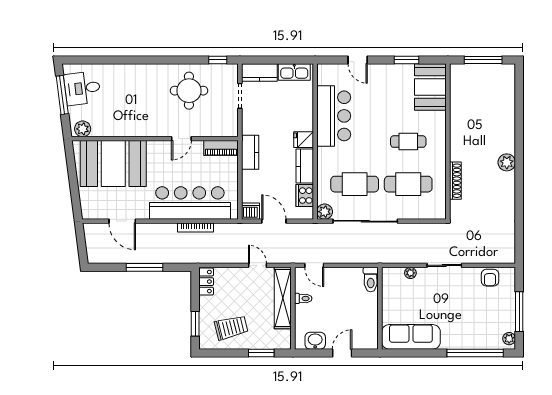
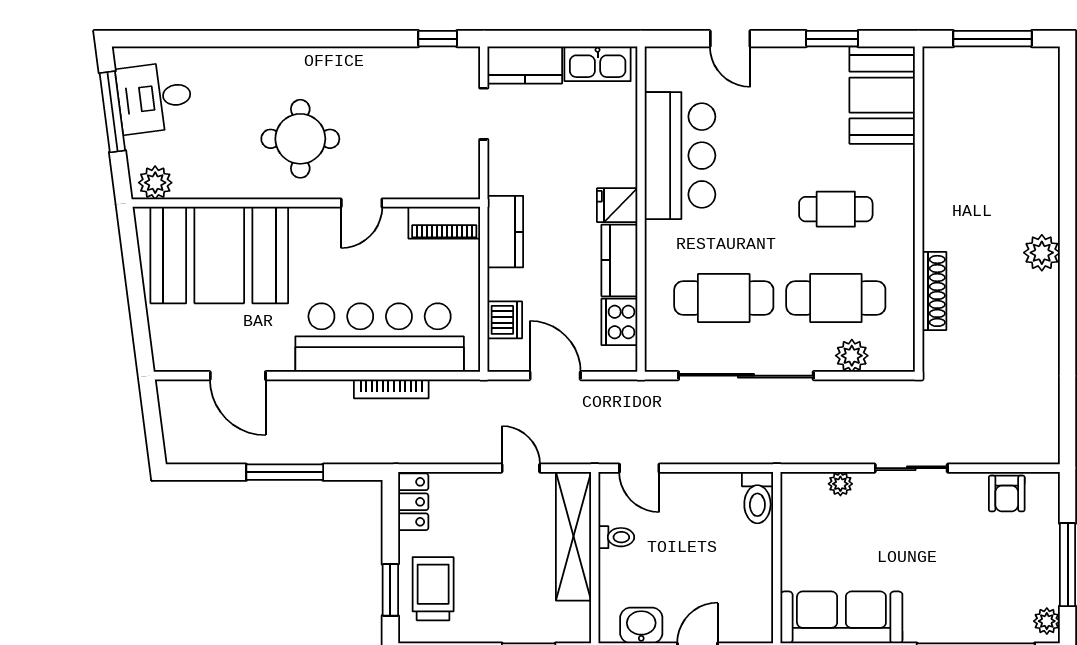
round table: (189, 91) -> (300, 139), moved
dishwasher: (250, 211) -> (505, 320), moved, turned 90
plant: (325, 212) -> (852, 356), moved
trolley: (231, 328) -> (433, 589), moved, turned -76

